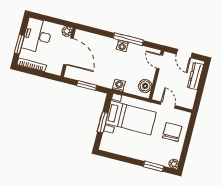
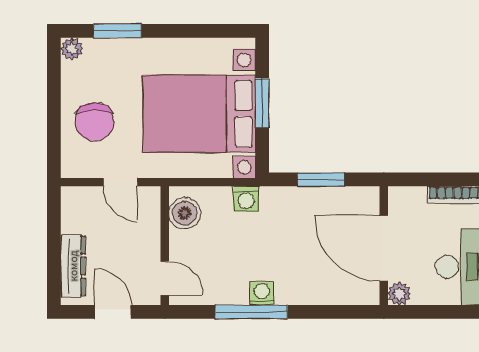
bed with nightstands: (131, 118) -> (199, 114), width x1.36

